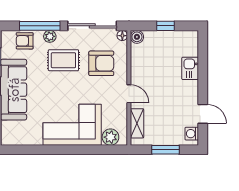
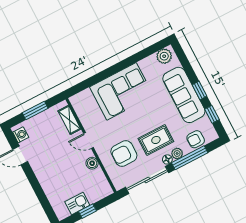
floor lamp: (122, 36) -> (167, 159), moved
boiler: (137, 37) -> (92, 163), moved
armchair: (25, 41) -> (196, 139), turned 180
kitchen sink: (190, 68) -> (77, 203), moved, turned -90
plant: (110, 137) -> (164, 56), moved

